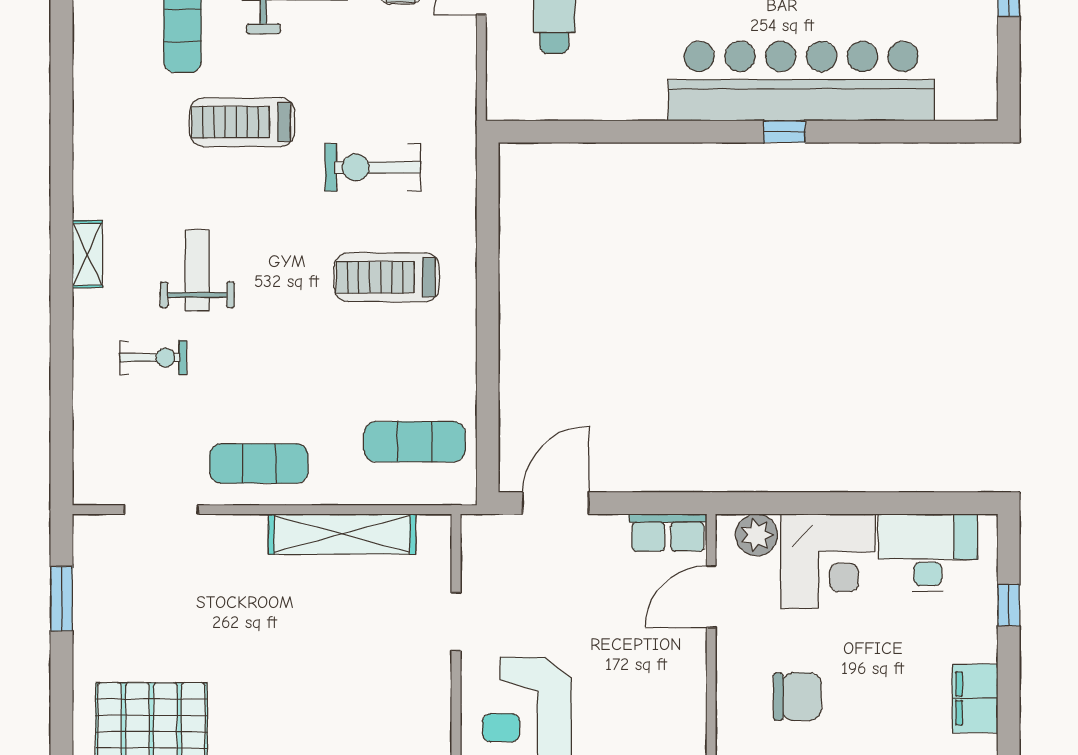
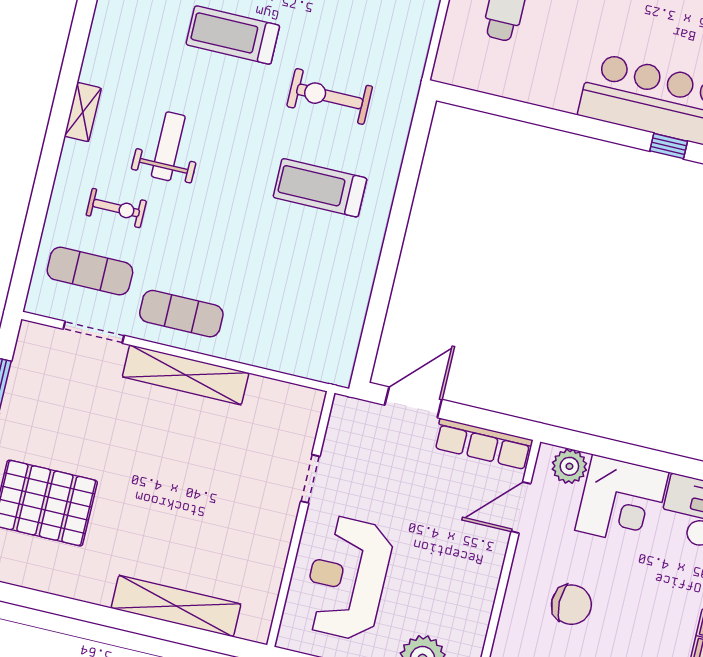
exercise mat: (415, 442) -> (90, 271), moved
row of seats: (668, 533) -> (483, 444), width x1.48
shelving: (342, 534) -> (186, 375), moved

